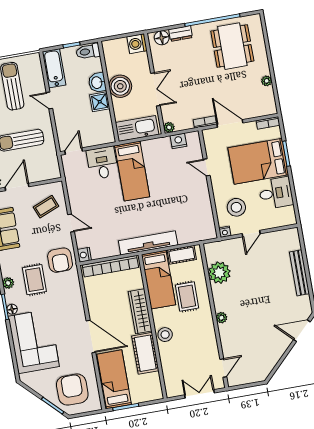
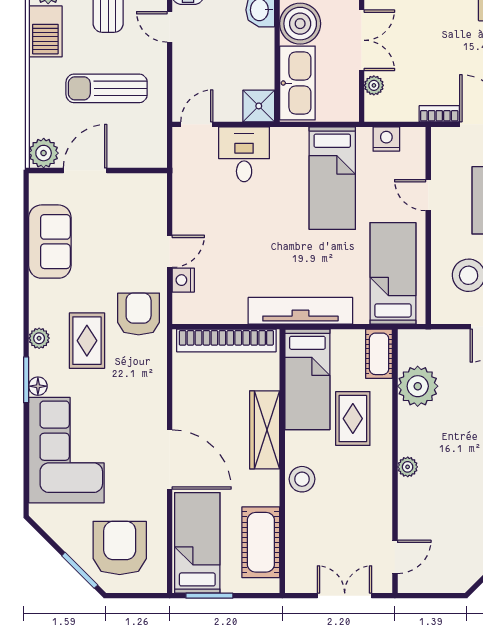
shower: (100, 102) -> (259, 106), moved
plant: (169, 127) -> (374, 85), moved
kitchen sink: (137, 129) -> (297, 83), moved, turned 90
bed: (132, 171) -> (332, 178), moved
coffee table: (46, 207) -> (130, 214), removed
bed: (195, 214) -> (393, 273), added
door: (71, 223) -> (170, 251), hinge flipped
nightstand: (225, 232) -> (440, 315), removed
nightstand: (84, 255) -> (183, 280), moved
cot: (182, 255) -> (379, 354), moved, turned 90
armchair: (60, 260) -> (139, 314), turned 180
cot: (145, 353) -> (261, 542), moved

